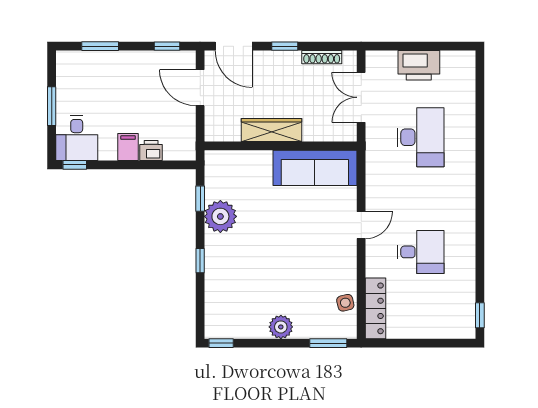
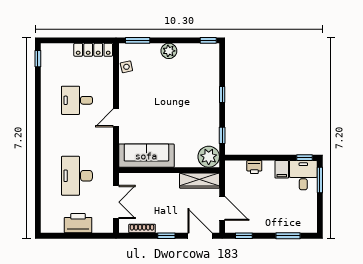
window: (52, 106) -> (320, 180), moved
wardrobe: (272, 130) -> (200, 181), moved
filing cabinet: (128, 147) -> (282, 169), moved
plant: (220, 216) -> (209, 157), moved
locker: (375, 308) -> (93, 50), moved, turned -90

